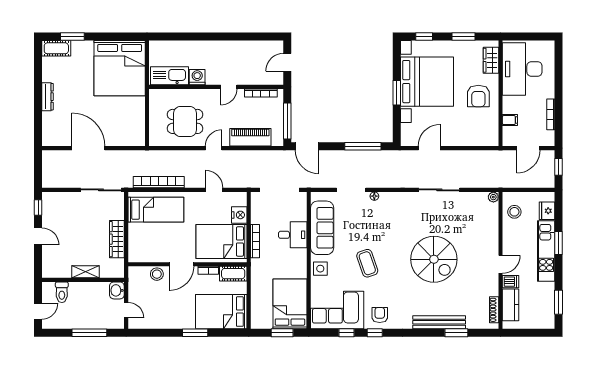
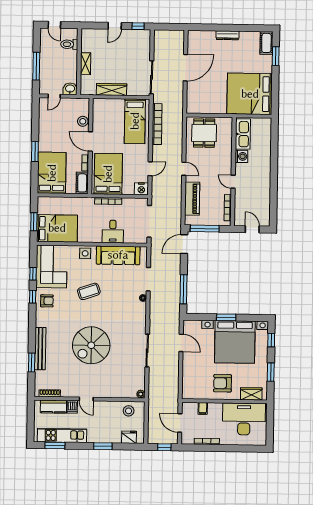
dining table: (185, 121) -> (204, 133), moved
nightstand: (239, 215) -> (141, 189), moved
kitchen unit: (546, 251) -> (62, 435), moved

